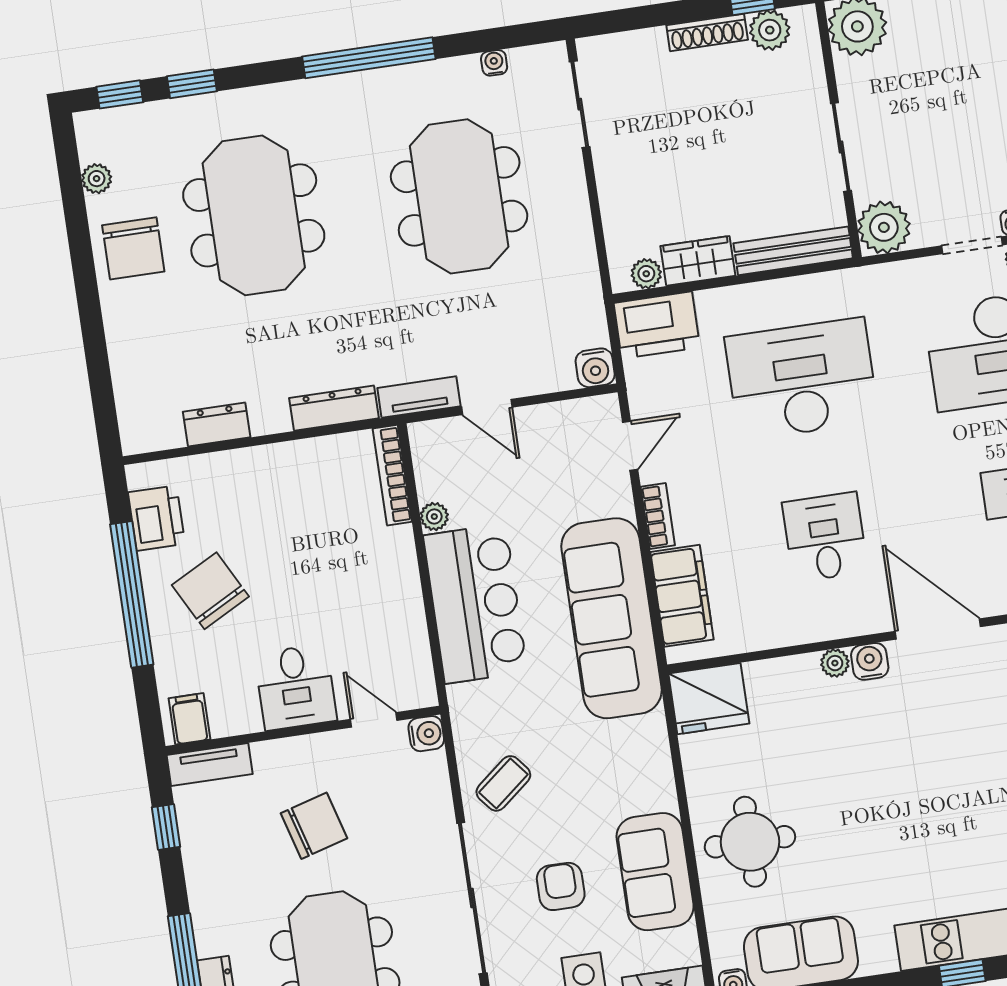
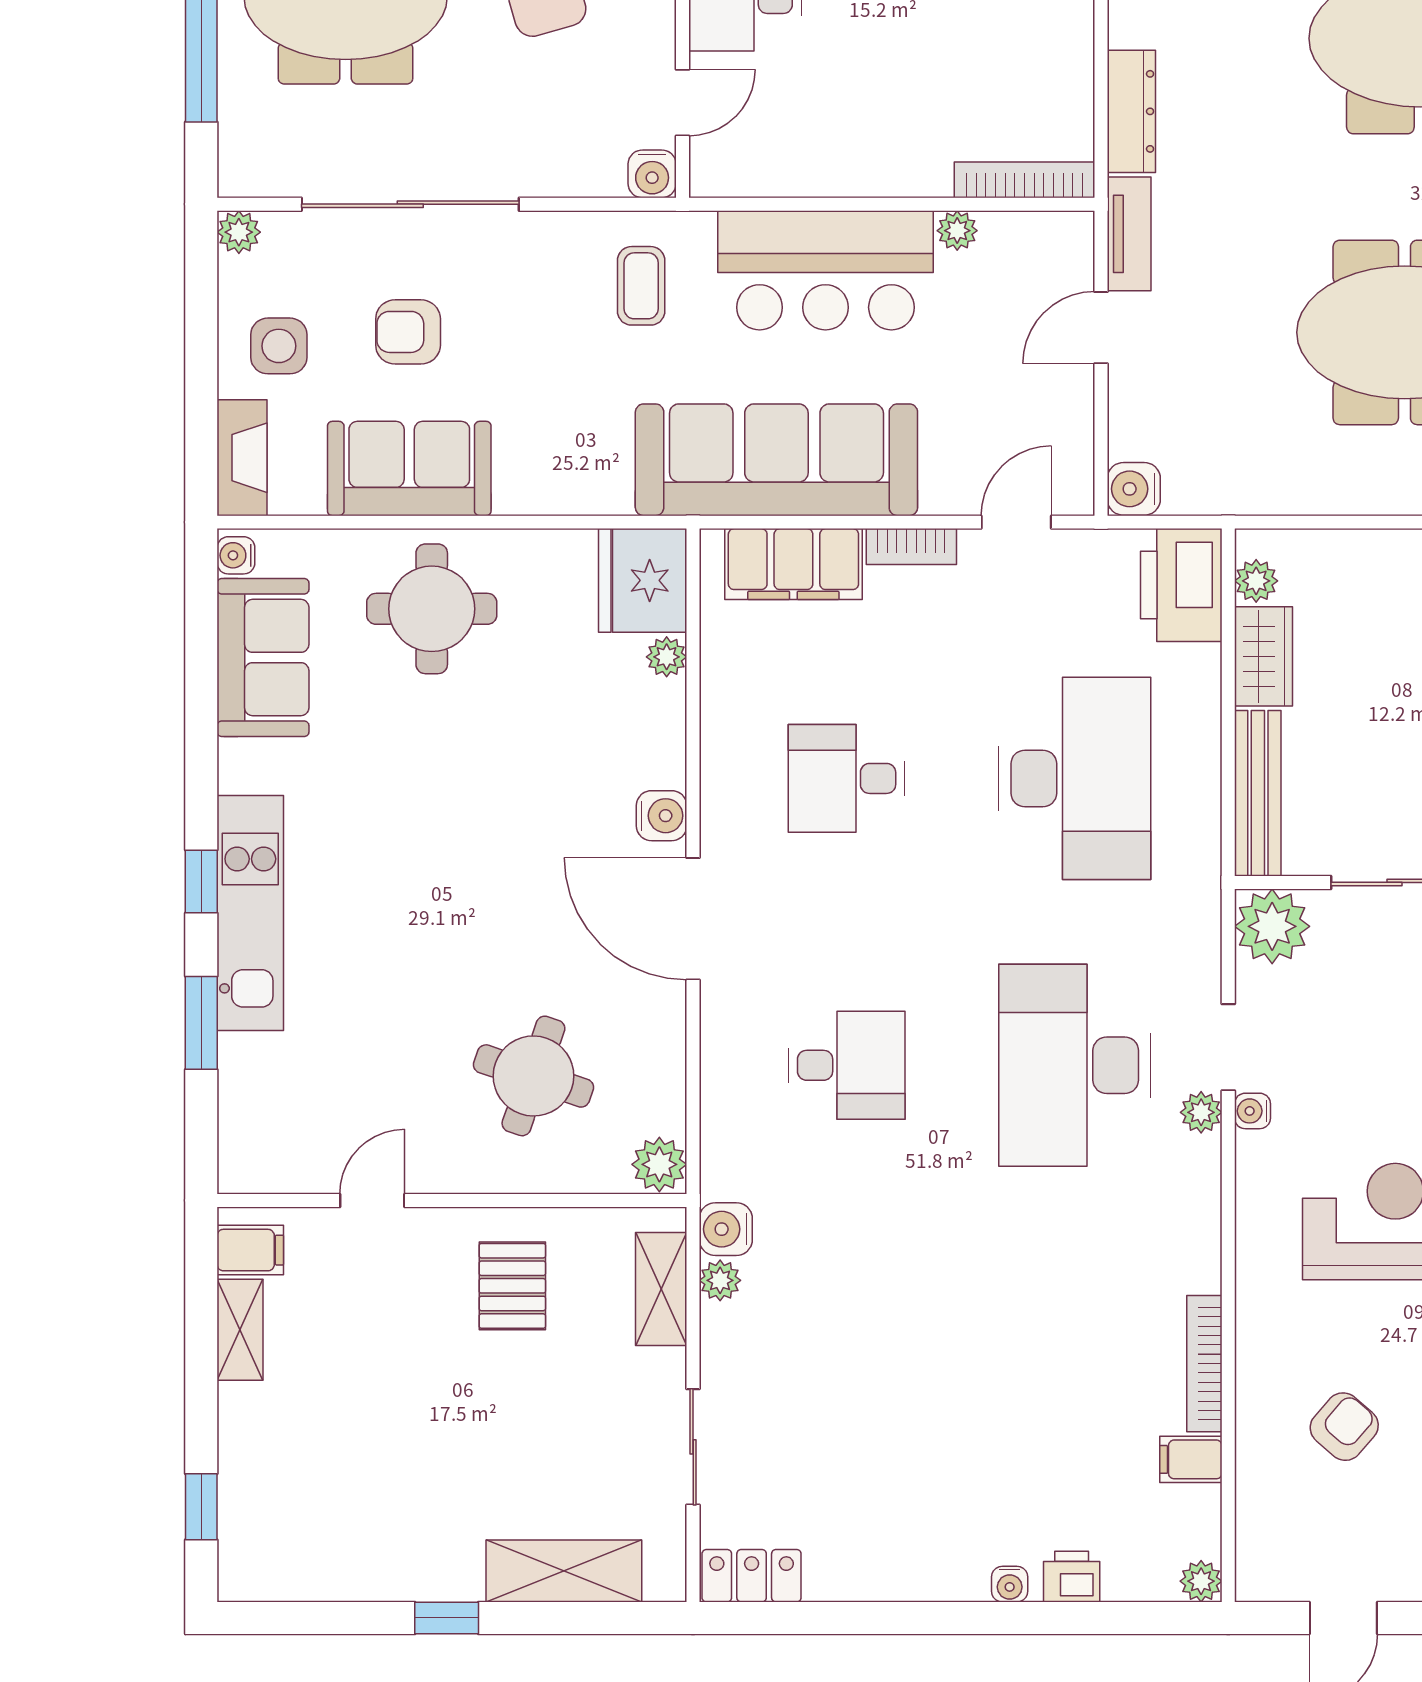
door: (630, 446) -> (1016, 522), swing flipped
desk: (825, 537) -> (847, 778), turned 180
door: (938, 629) -> (693, 919), swing flipped
plant: (835, 663) -> (667, 657), moved
coffee table: (503, 783) -> (641, 286), moved, turned 39
armchair: (561, 886) -> (408, 332), turned 180

